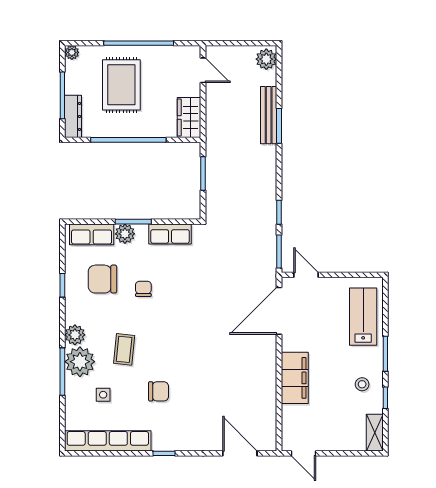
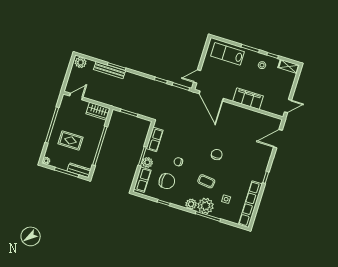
rug: (121, 85) -> (71, 140), width x0.73, depth x0.70
chair: (102, 279) -> (167, 181), turned -90
chair: (159, 391) -> (217, 155), moved

